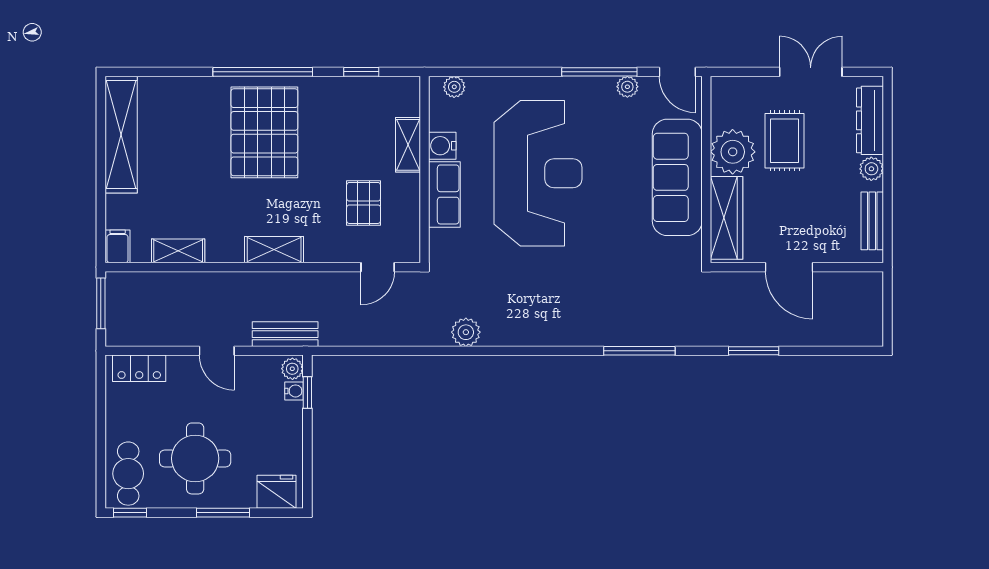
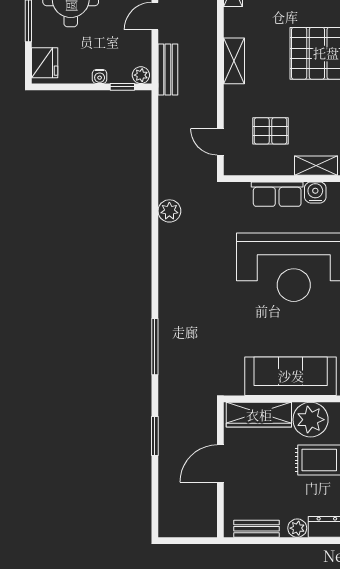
water cooler: (294, 391) -> (100, 77), moved

